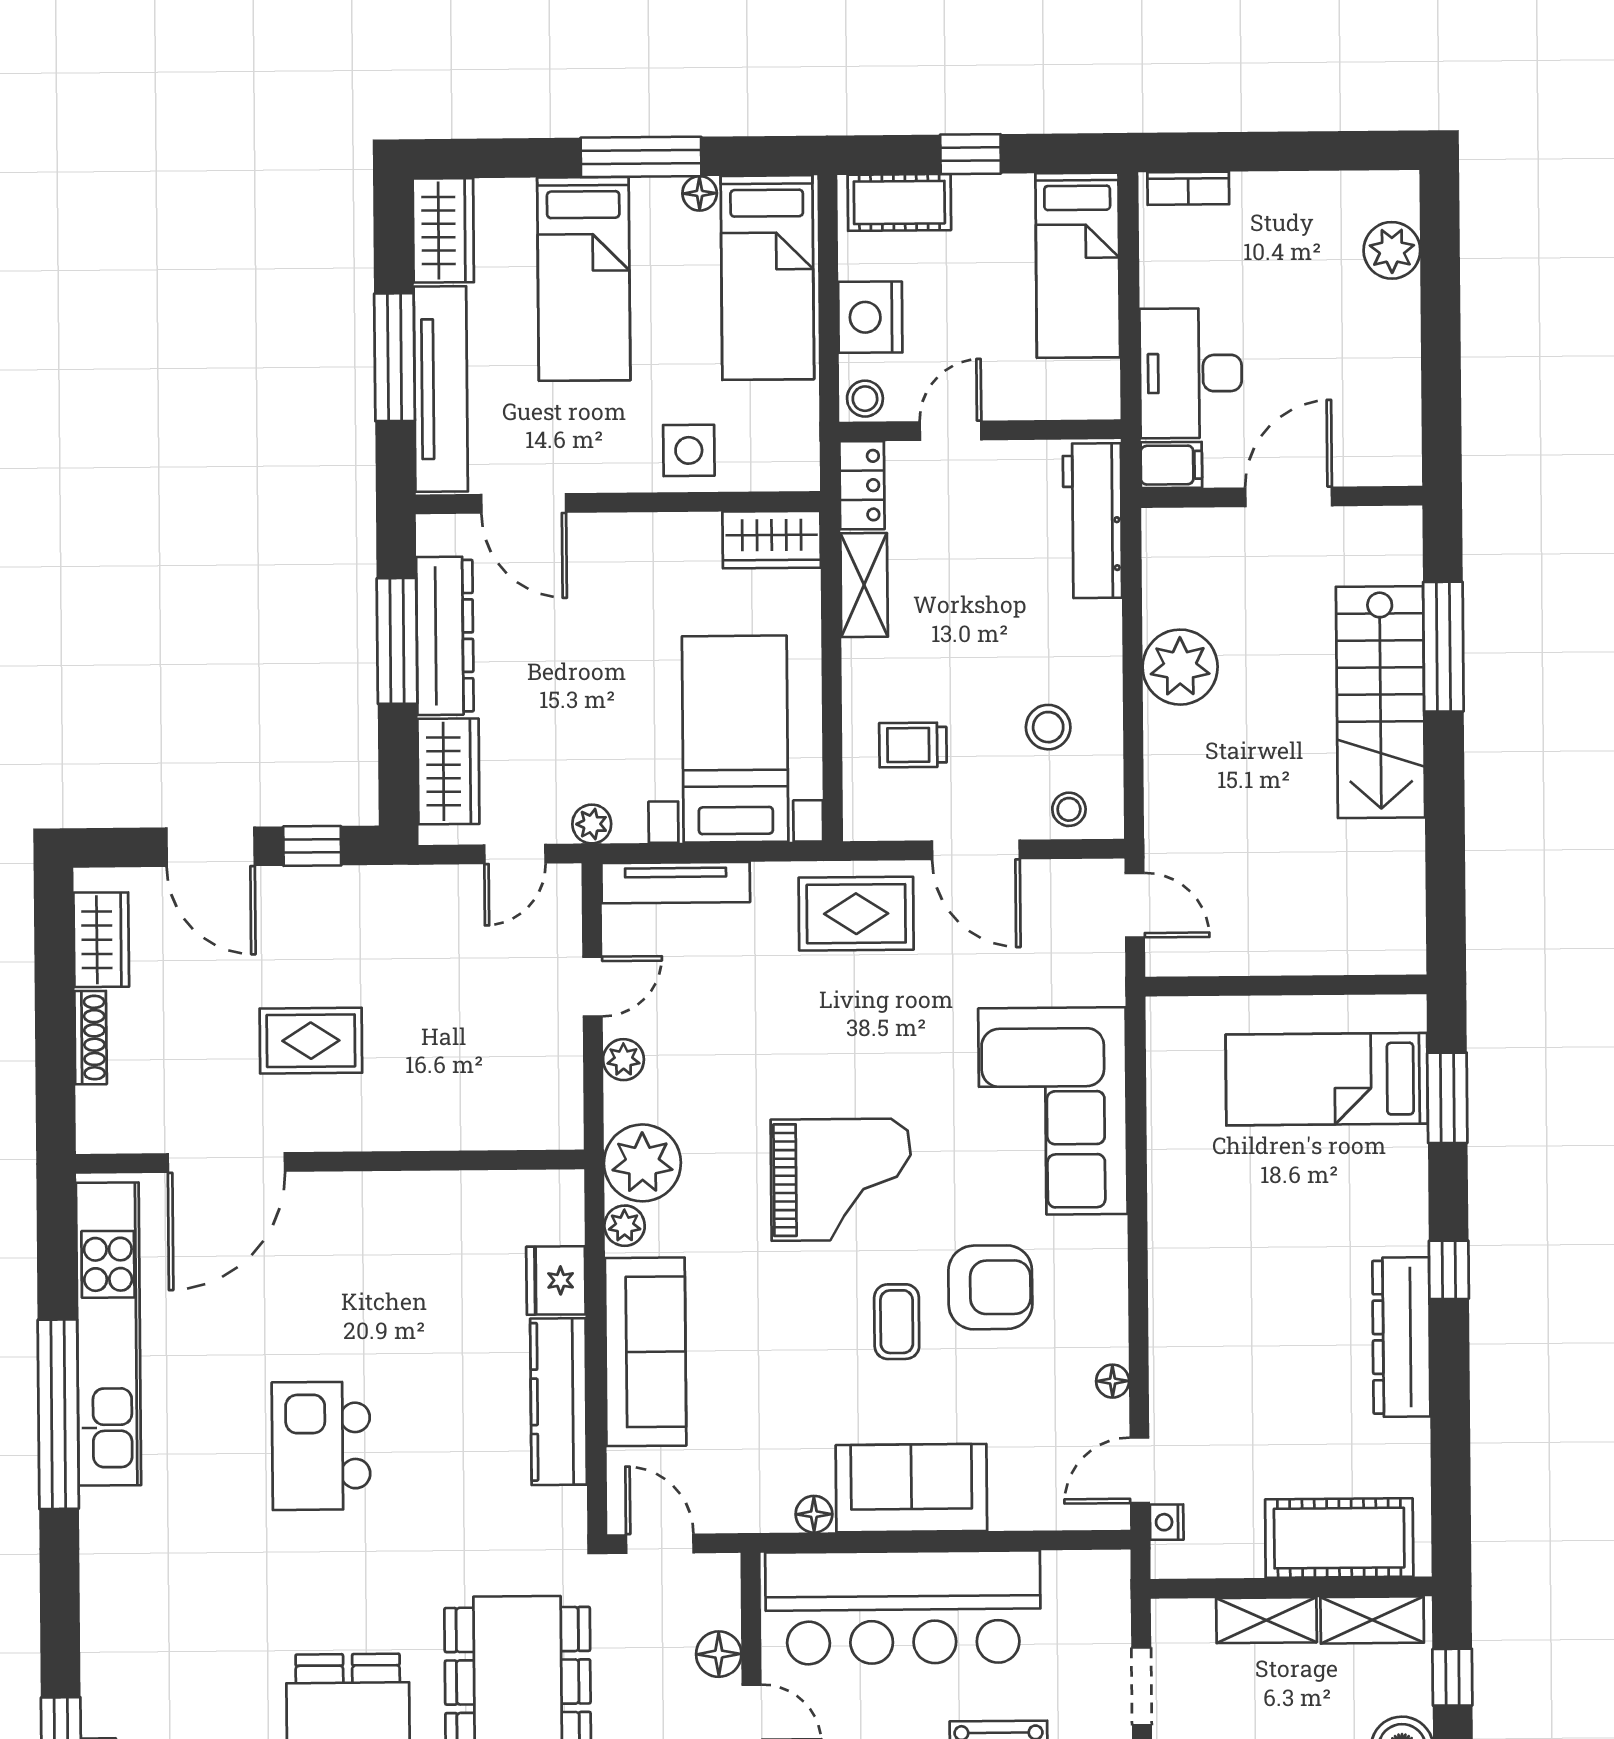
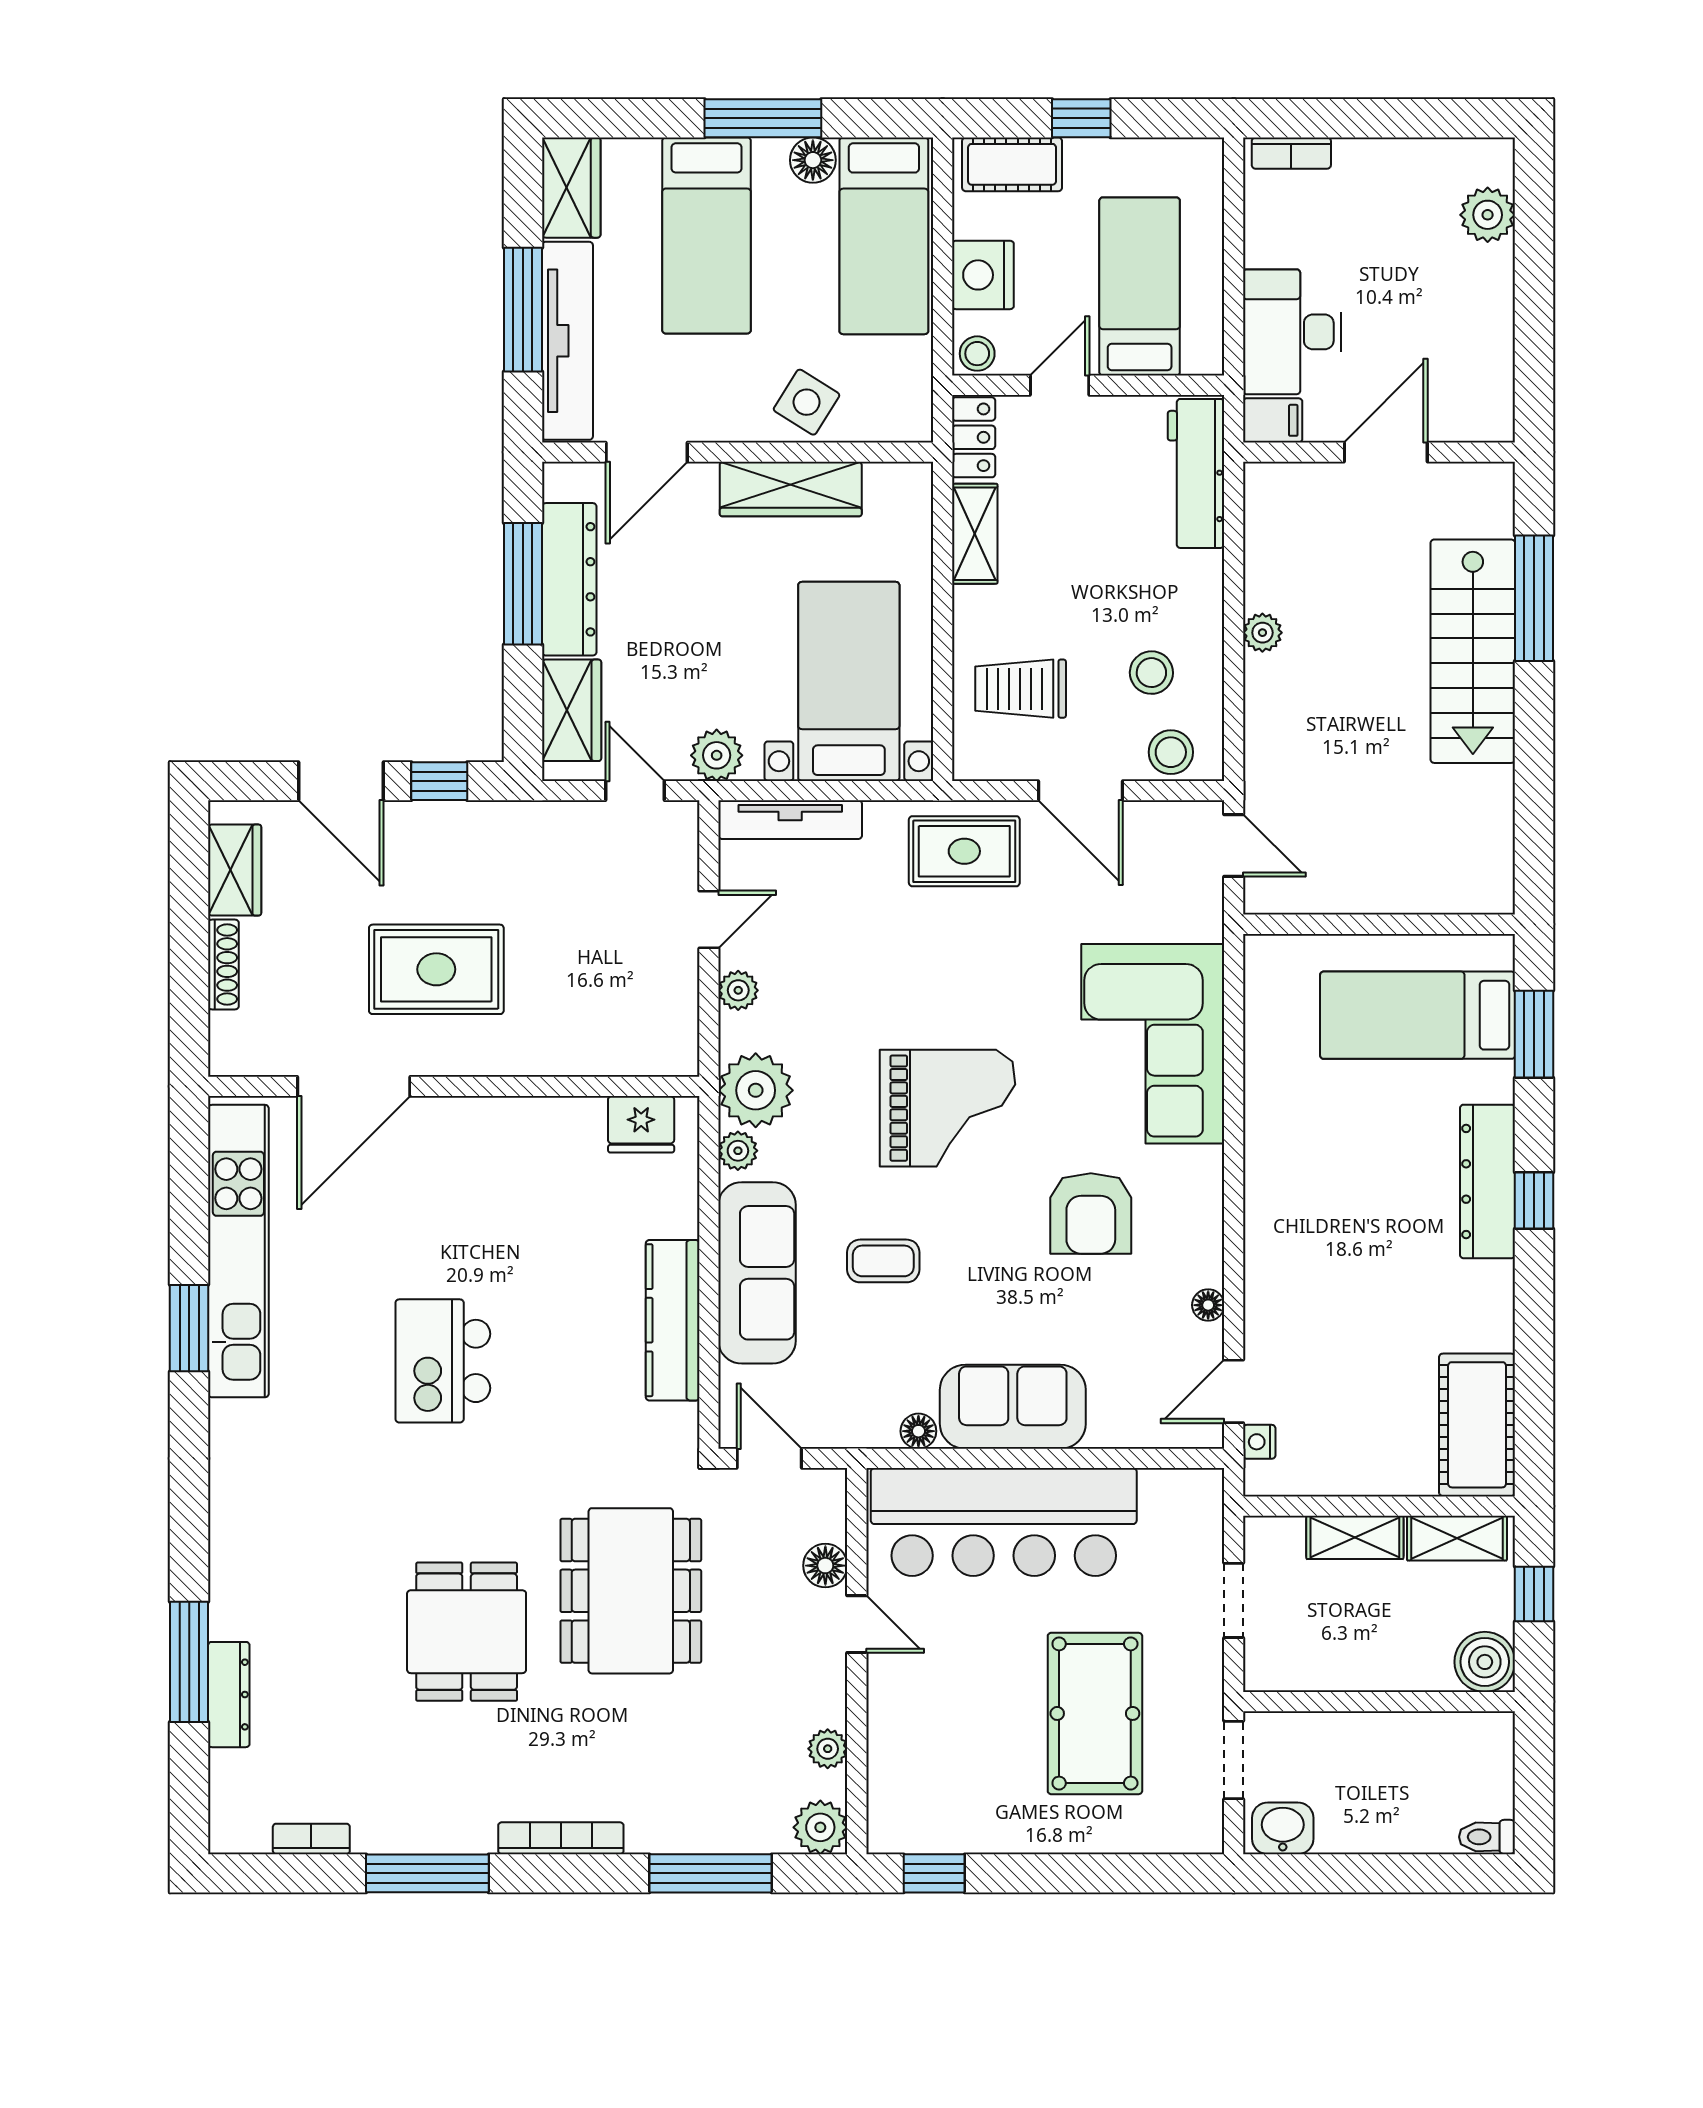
floor lamp: (700, 193) -> (813, 160), width x1.37, depth x1.37
bed: (1078, 265) -> (1140, 287), moved, turned 180
side table: (689, 450) -> (807, 402), turned 32
door: (524, 503) -> (647, 452), hinge flipped
wardrobe: (772, 540) -> (791, 489), moved, width x1.50
plant: (1180, 667) -> (1262, 633), width x0.53, depth x0.53
trolley: (913, 745) -> (1021, 689), width x1.36, depth x1.39
stool: (1069, 809) -> (1171, 752), width x1.37, depth x1.37
plant: (592, 824) -> (717, 755), width x1.38, depth x1.38
door: (515, 854) -> (635, 791), swing flipped
rug: (311, 1041) -> (436, 969), width x1.36, depth x1.43
fridge: (556, 1280) -> (641, 1124), moved, turned -90
armchair: (990, 1287) -> (1091, 1213), turned 90
coffee table: (897, 1322) -> (883, 1261), moved, turned 90
dresser: (1401, 1337) -> (1488, 1181), moved
window: (58, 1414) -> (189, 1328), width x0.47
cot: (1339, 1538) -> (1477, 1425), moved, turned 90

